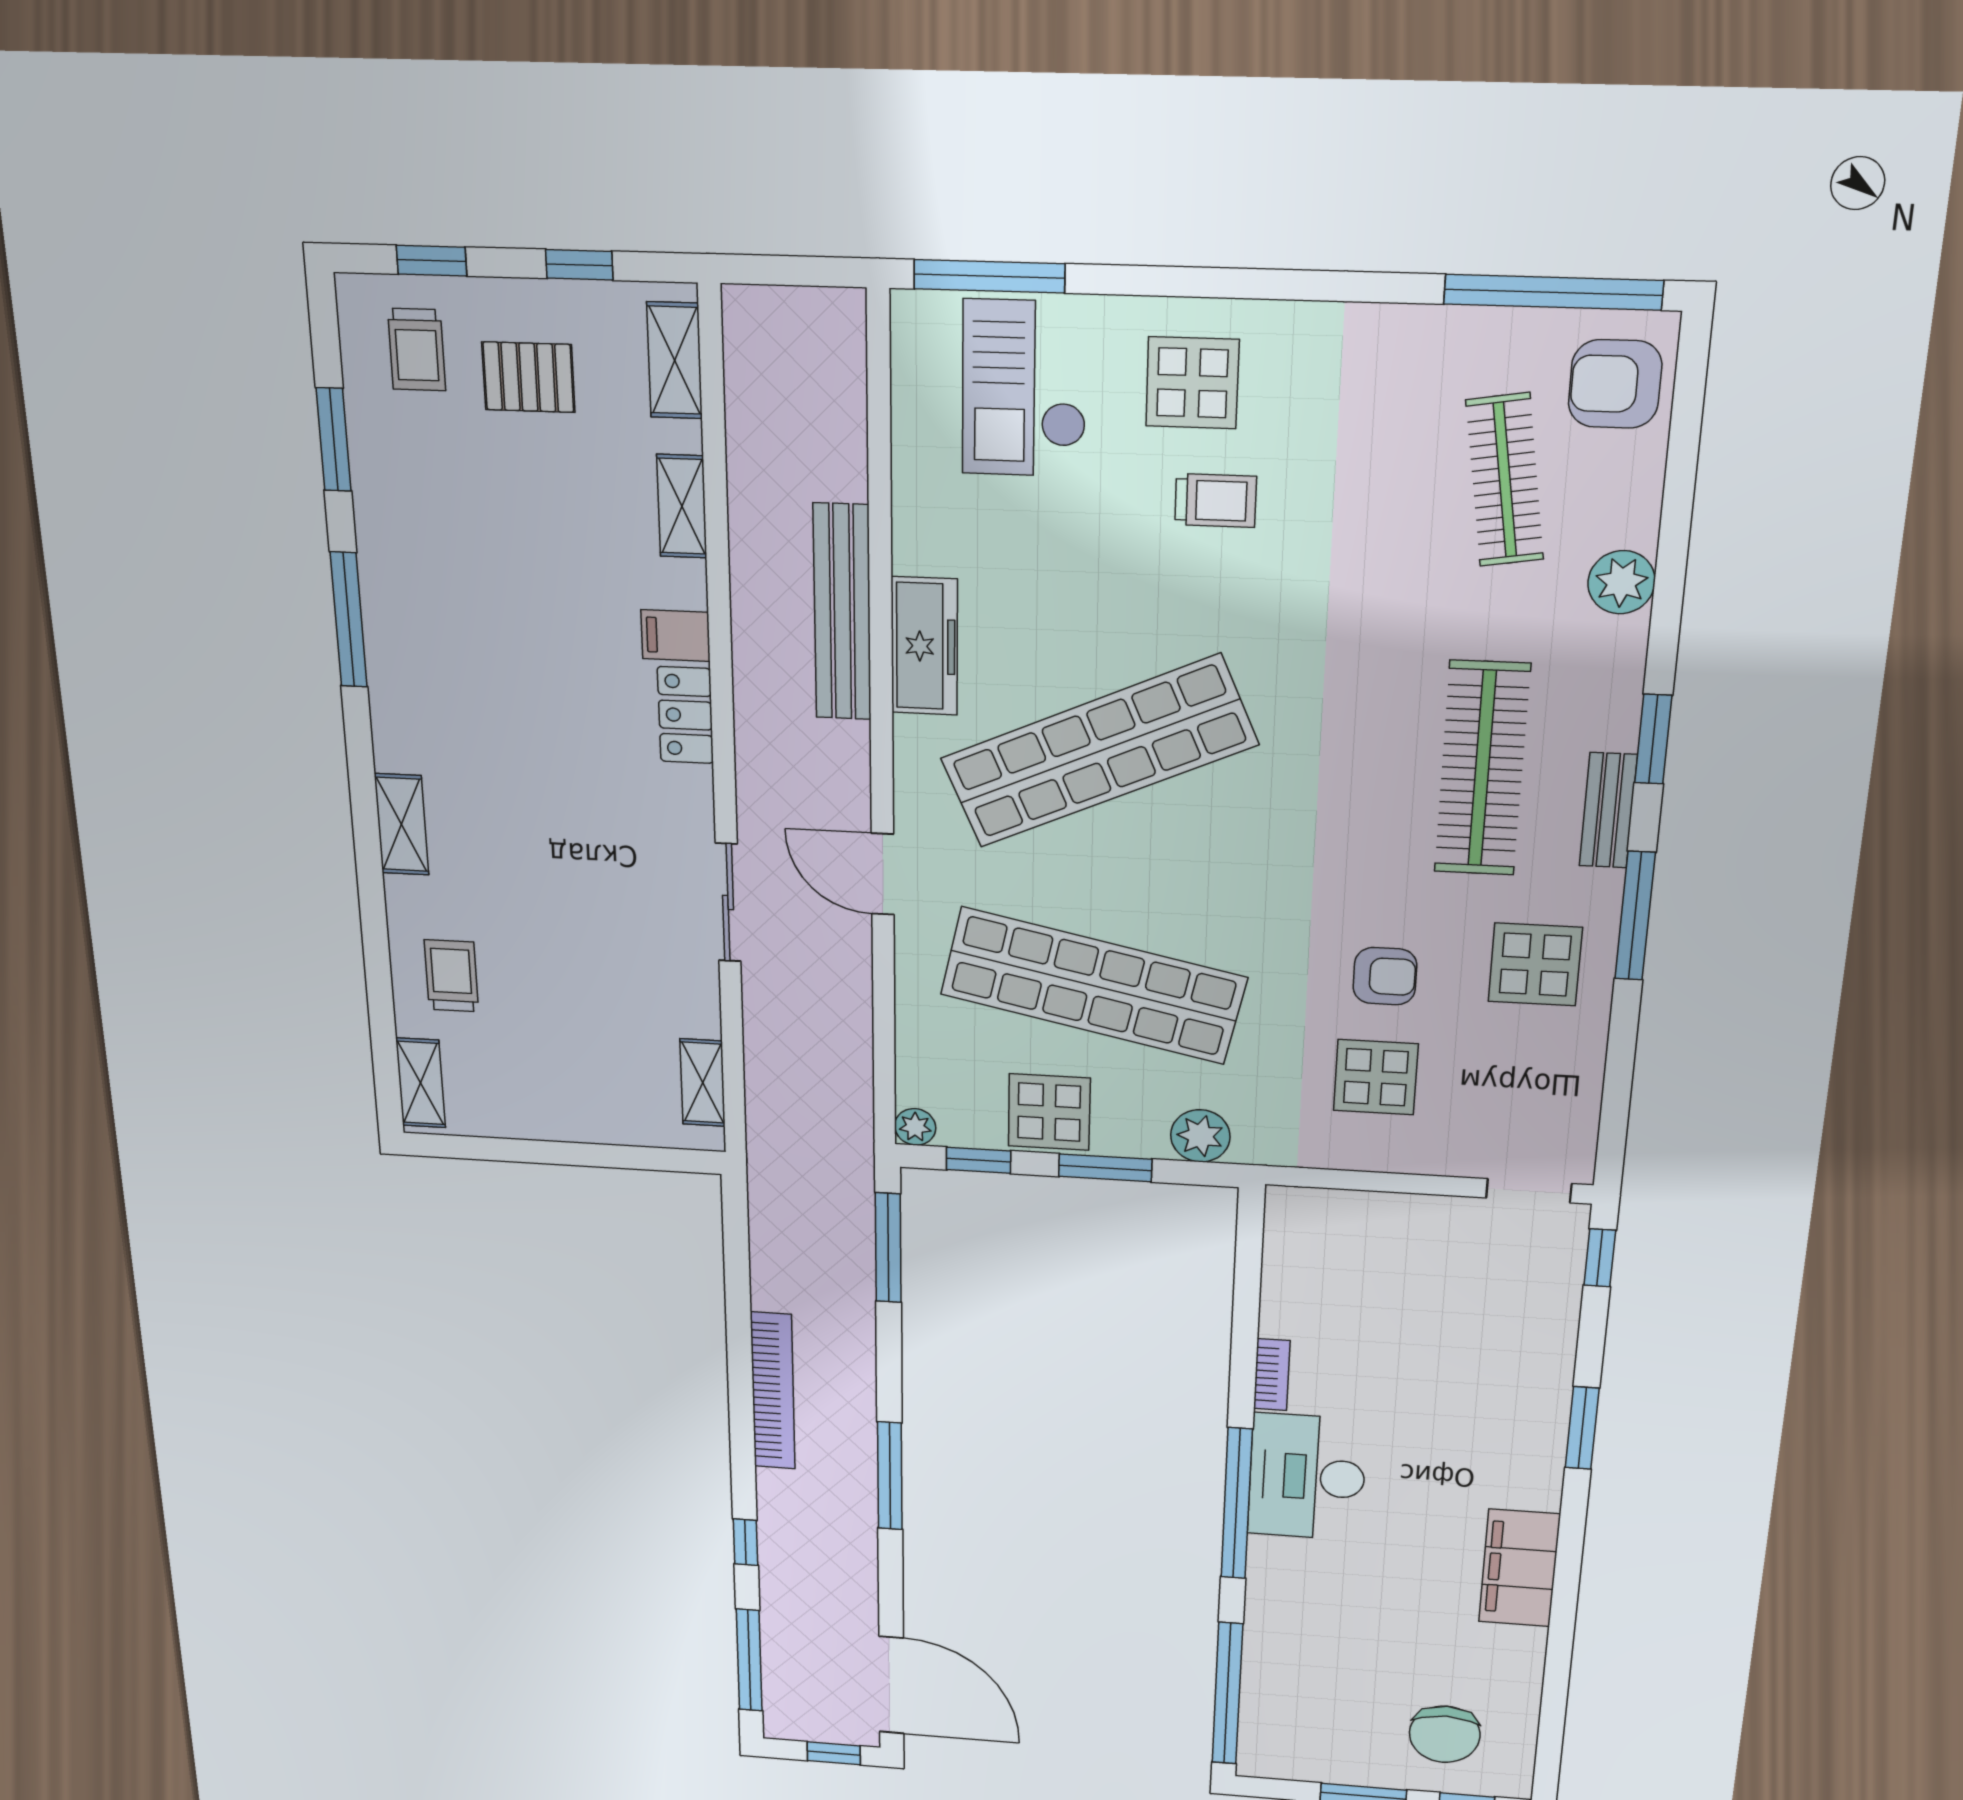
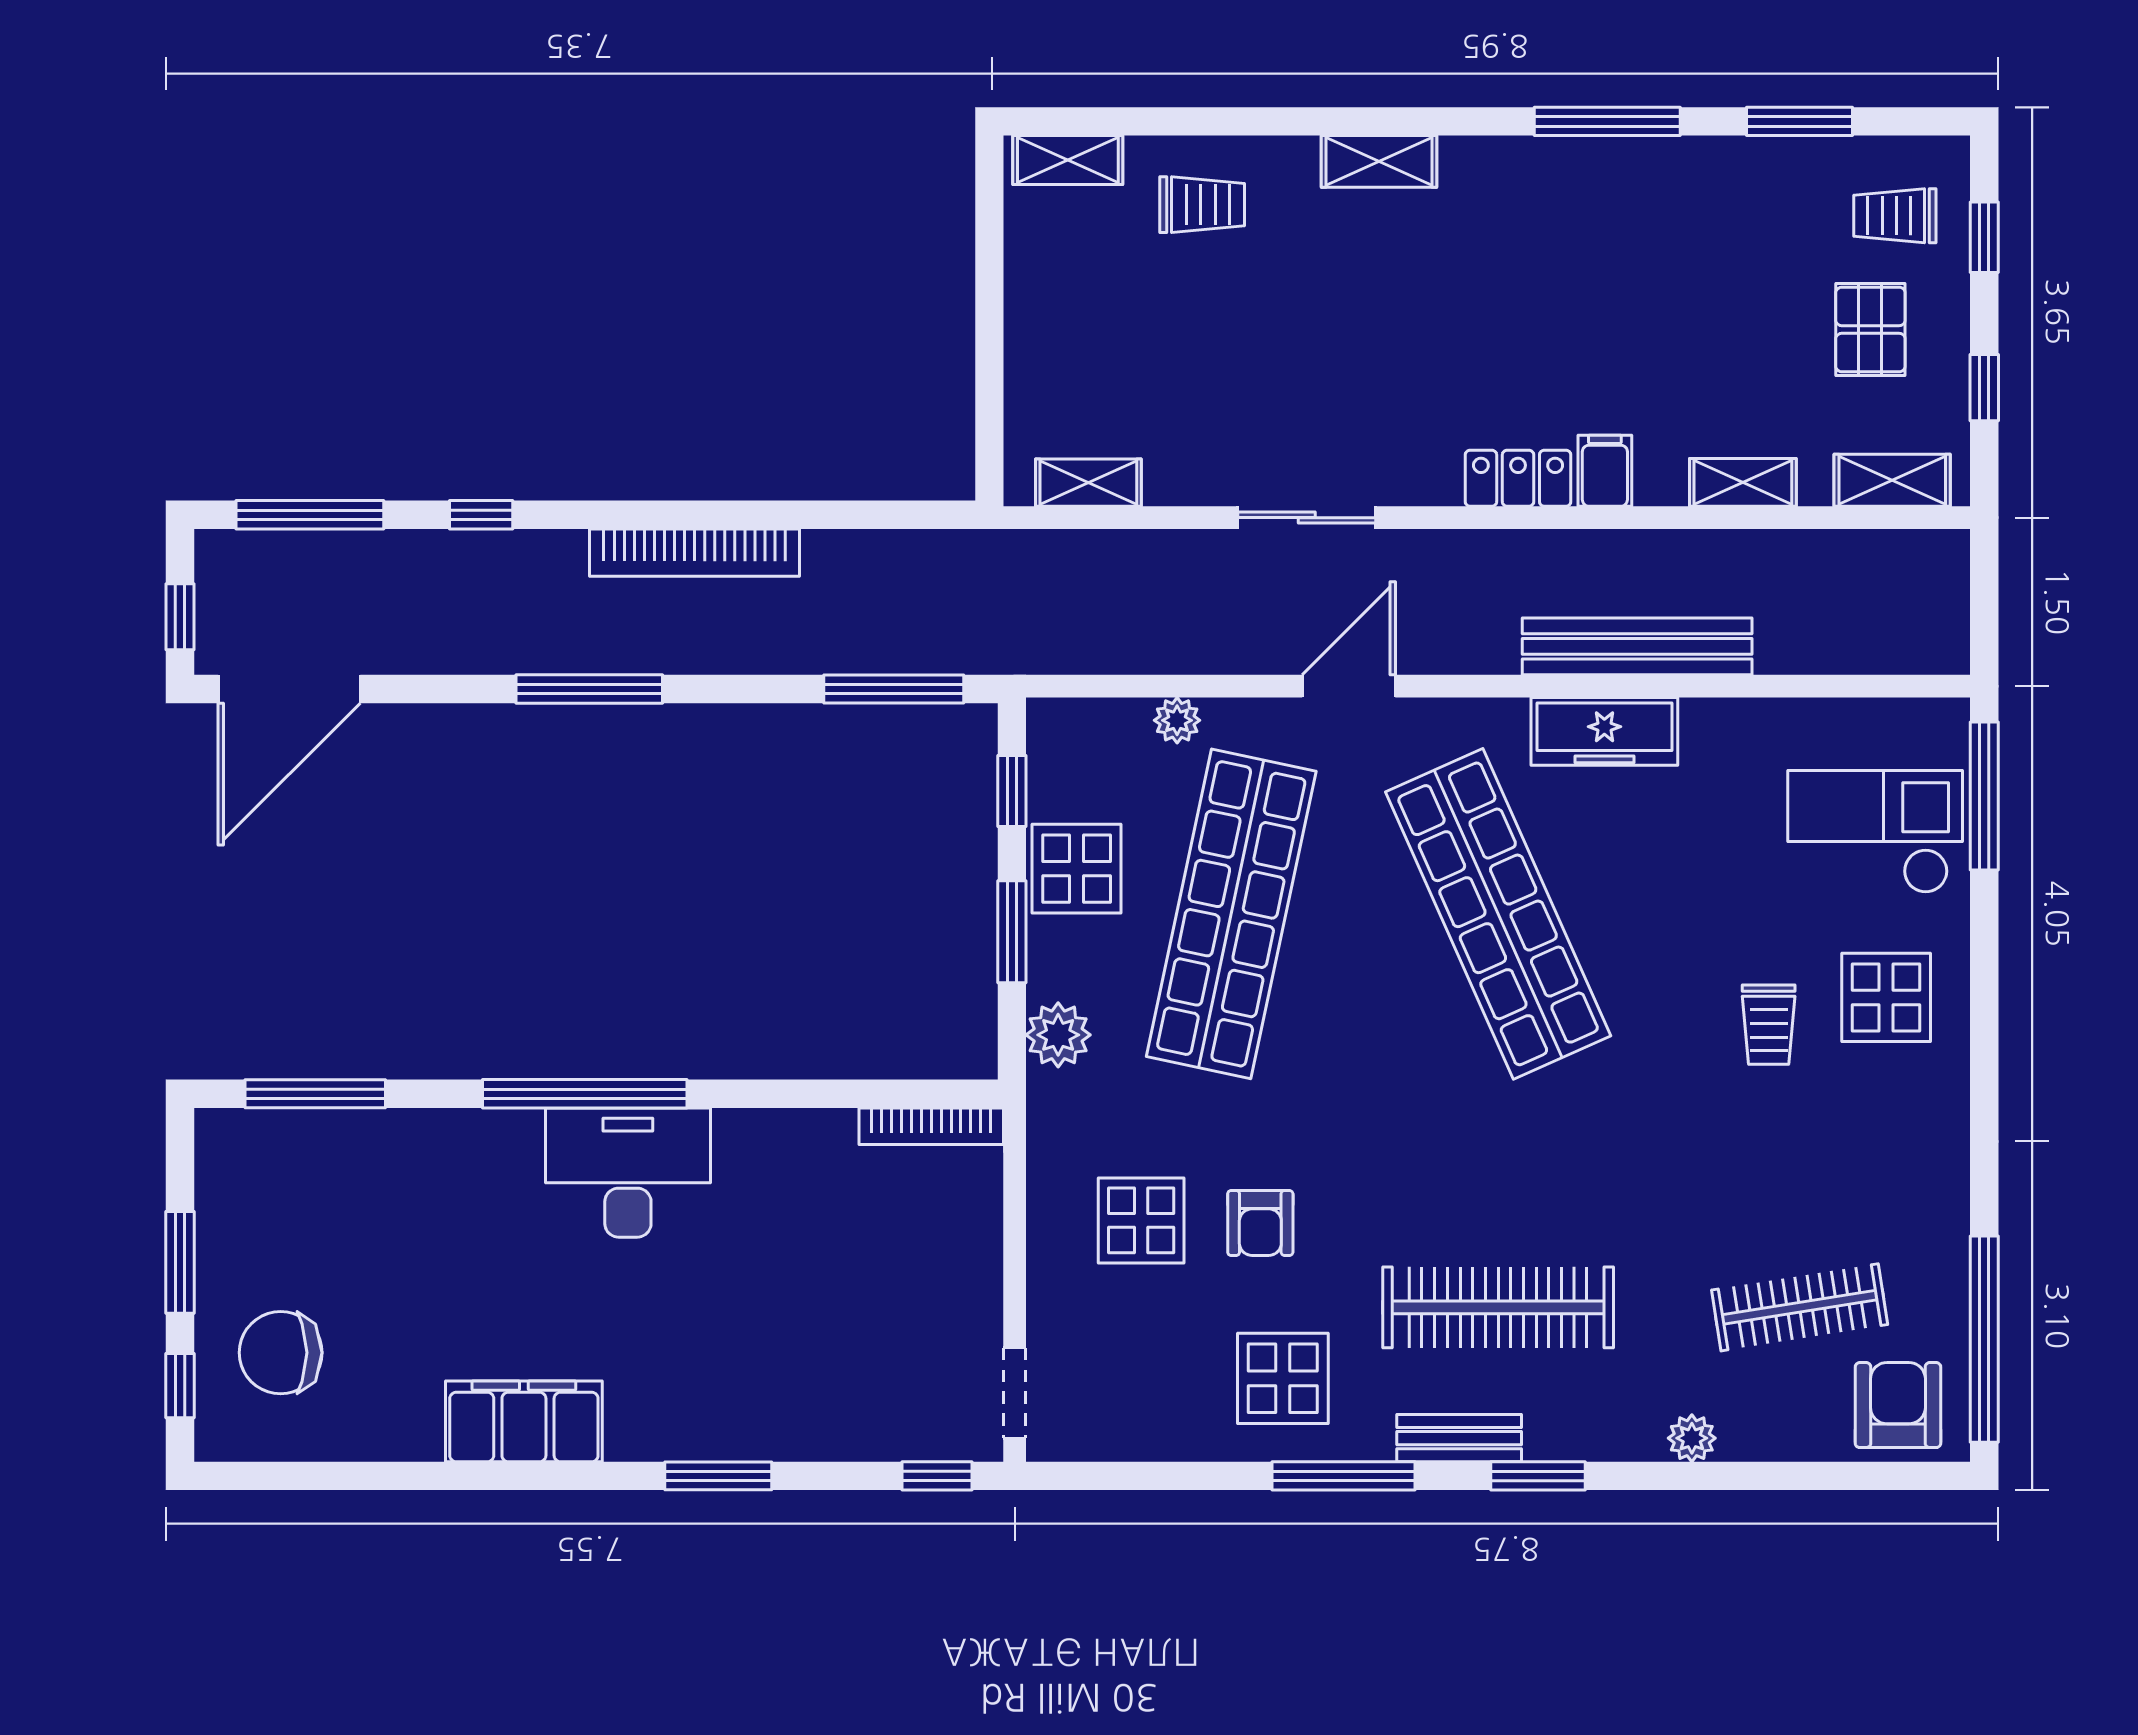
plant: (1621, 582) -> (1692, 1438), width x0.73, depth x0.73
plant: (915, 1127) -> (1177, 720), moved
bookcase: (1272, 1375) -> (931, 1126), moved, width x1.56
window: (1227, 1694) -> (315, 1094), width x0.68

